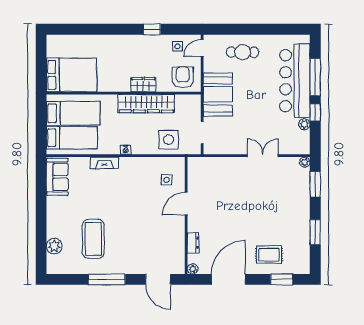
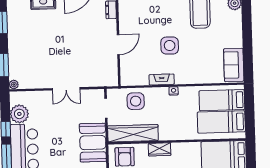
wardrobe: (146, 104) -> (133, 133), moved
plant: (304, 124) -> (19, 114), width x1.88, depth x1.88
double door: (263, 156) -> (66, 89), moved
fireplace: (104, 163) -> (162, 79), moved
side table: (167, 180) -> (170, 46), moved, width x1.87, depth x1.87

